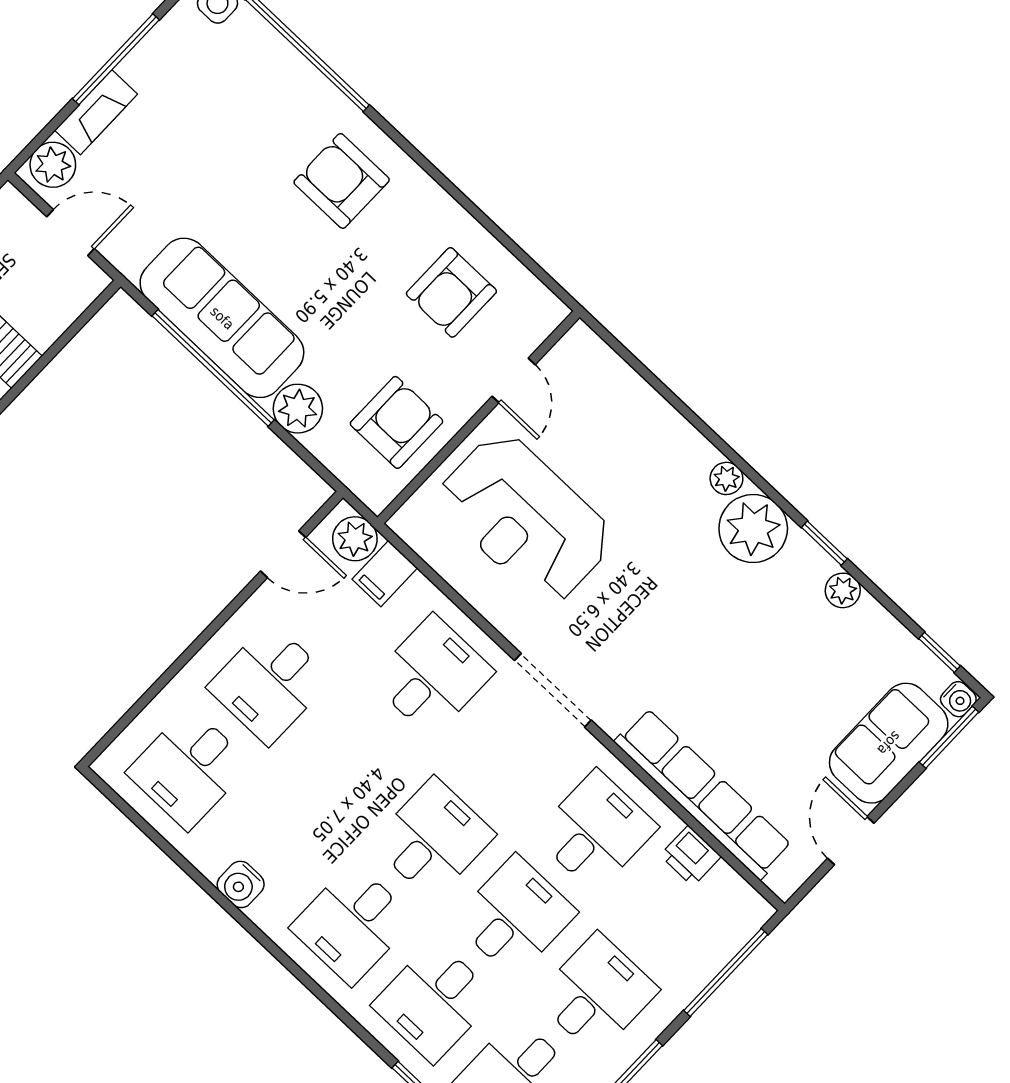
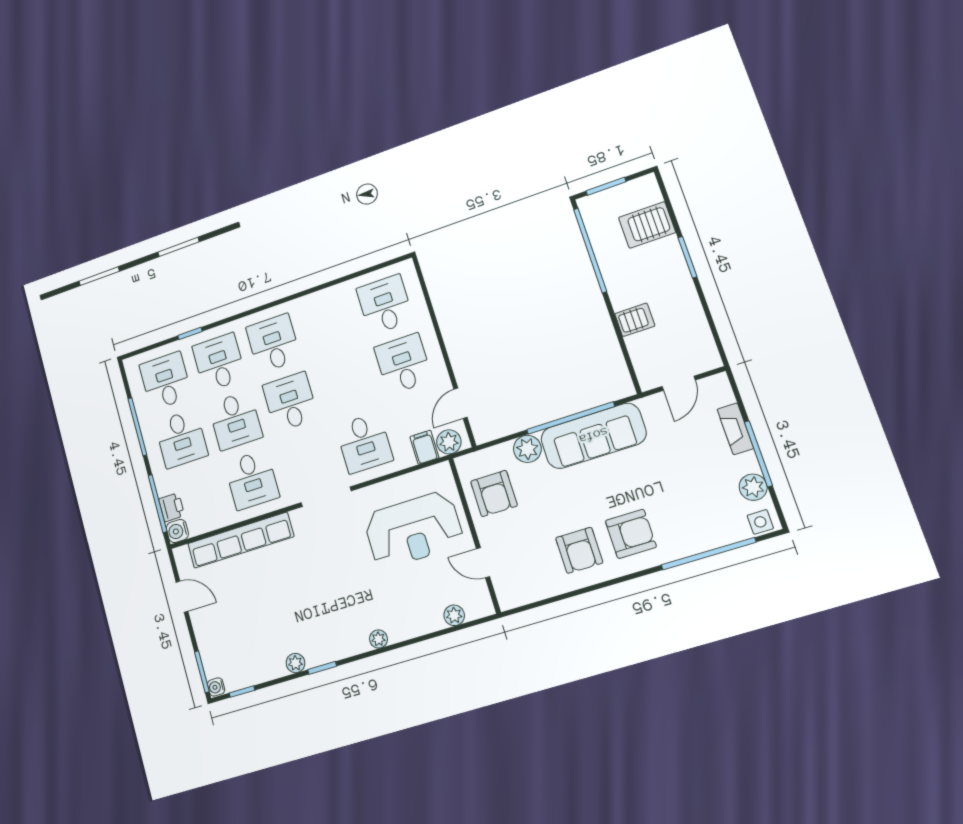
plant: (53, 165) -> (753, 487), moved
armchair: (451, 292) -> (579, 550), moved, turned 180
reception desk: (525, 518) -> (413, 530), turned 180
plant: (753, 528) -> (454, 615), moved, width x0.53, depth x0.53
sofa: (889, 743) -> (215, 641), removed
desk: (433, 839) -> (290, 402), turned 180
printer: (691, 856) -> (172, 507), moved, turned 90
water cooler: (241, 884) -> (177, 531), moved, turned -90

